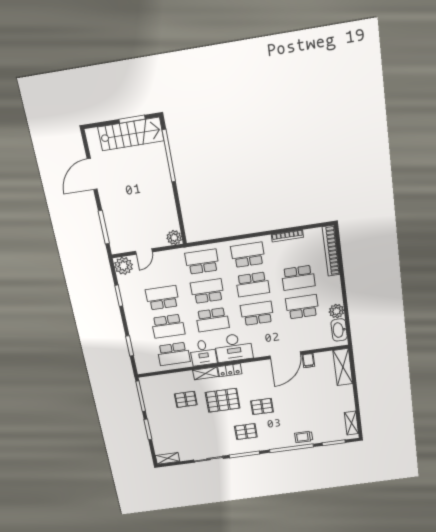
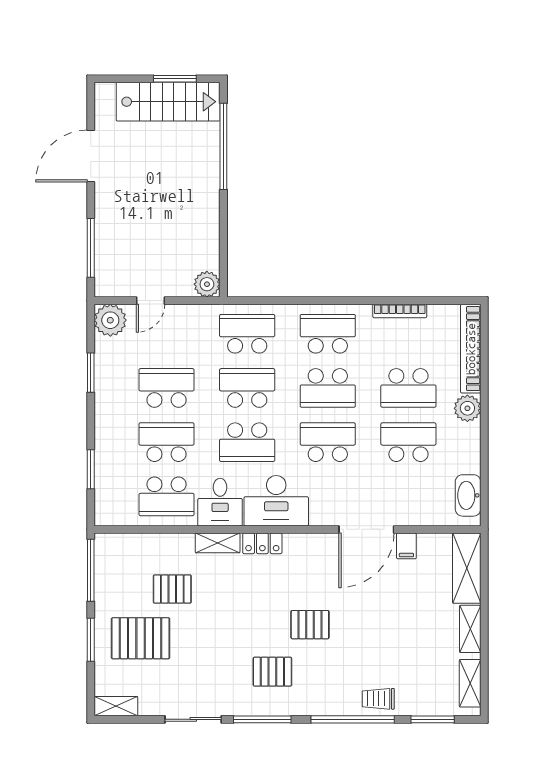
plant: (336, 311) -> (467, 408), moved
school desk: (168, 326) -> (167, 442), turned 180
shelving: (348, 397) -> (470, 629), added
pallet: (223, 400) -> (141, 638), moved

